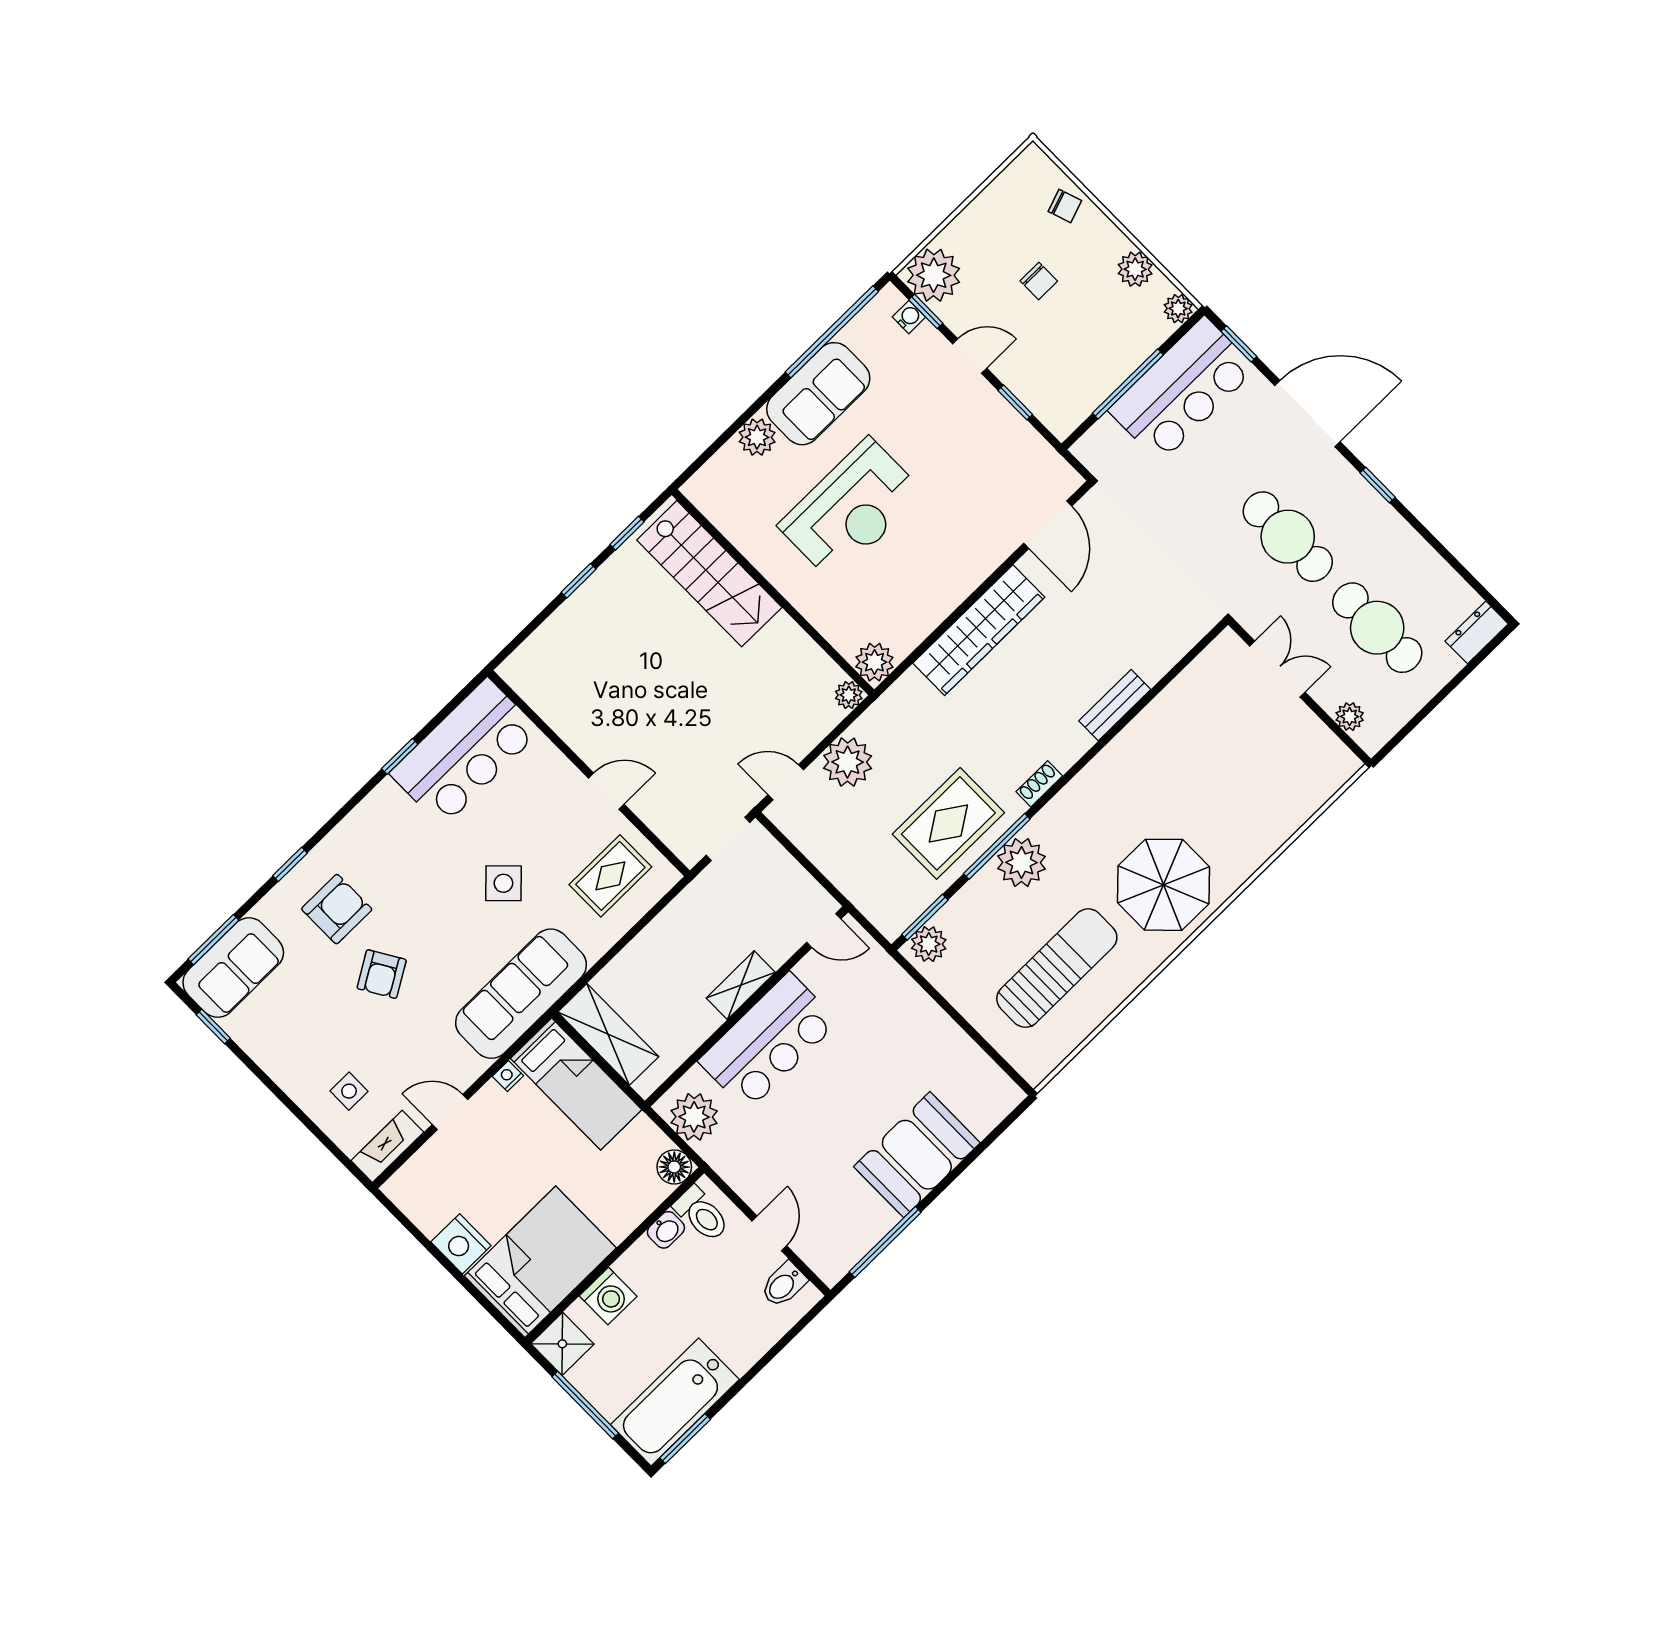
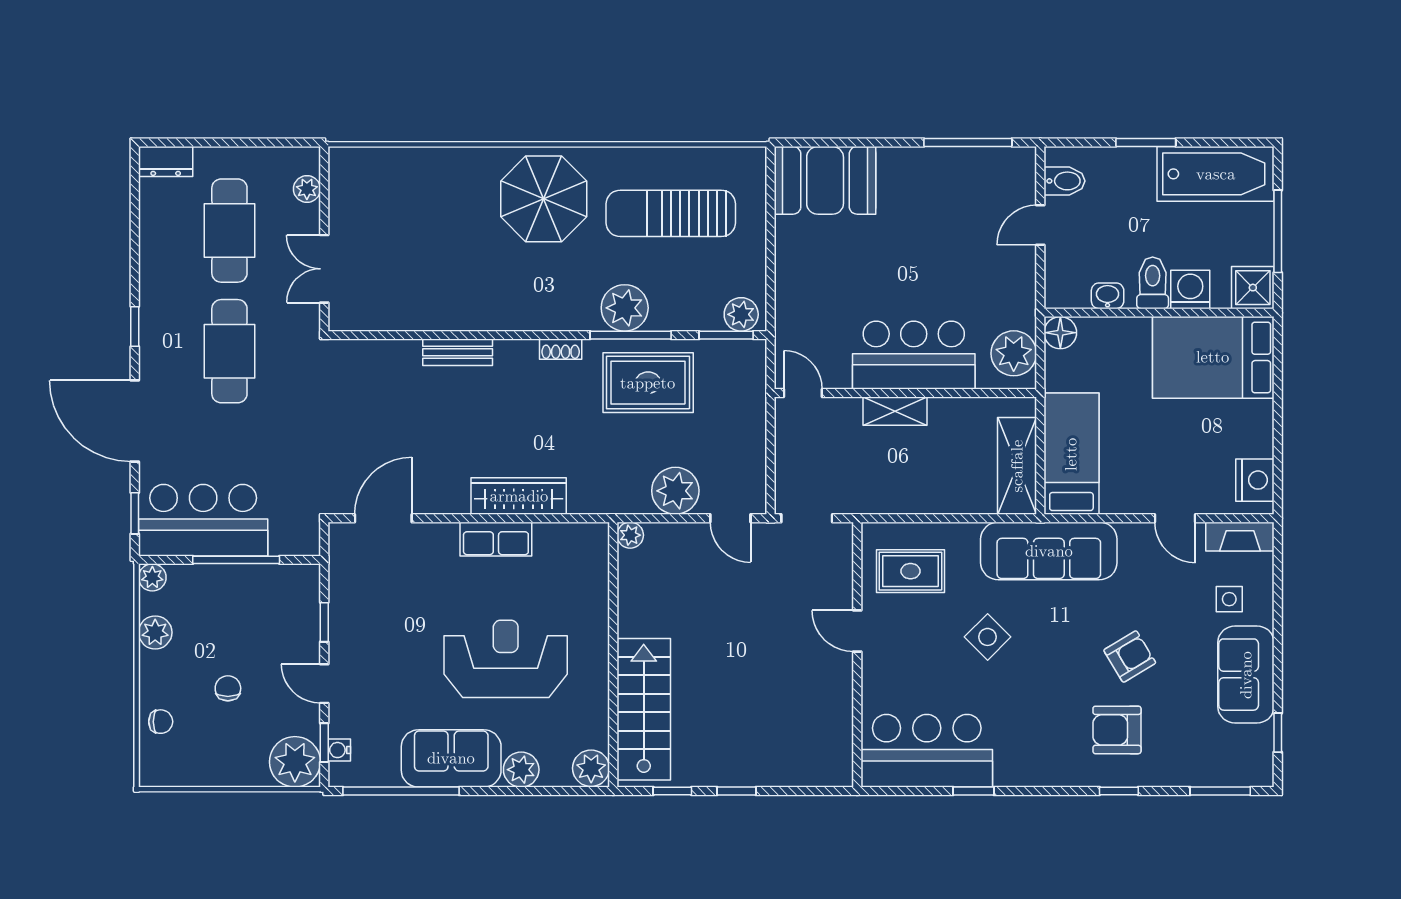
chair: (1065, 206) -> (161, 722), turned 109
row of seats: (947, 592) -> (496, 539), added
wardrobe: (979, 630) -> (519, 496), width x0.71, depth x0.85
plant: (874, 662) -> (591, 768), moved
sofa: (233, 968) -> (1246, 675), moved, turned -90
nightstand: (508, 1076) -> (1112, 504), removed
booth: (917, 1155) -> (825, 180), moved
toilet: (701, 1214) -> (1153, 283), moved
nightstand: (461, 1244) -> (1255, 480), moved
window: (685, 1439) -> (1146, 142), moved

